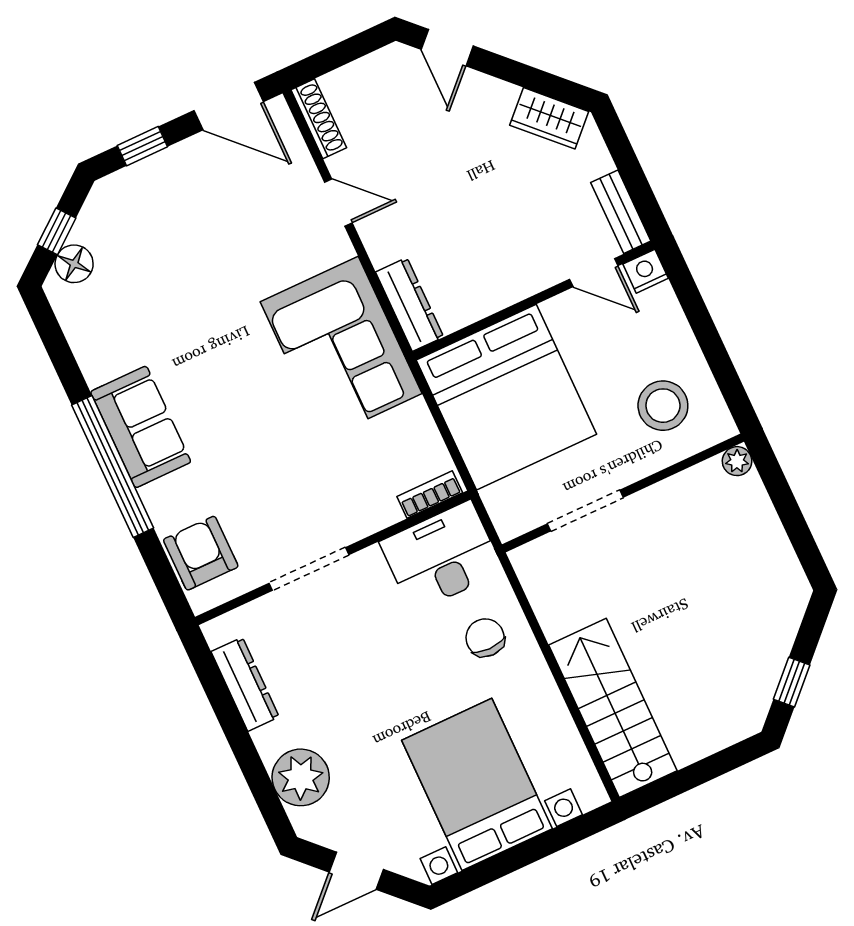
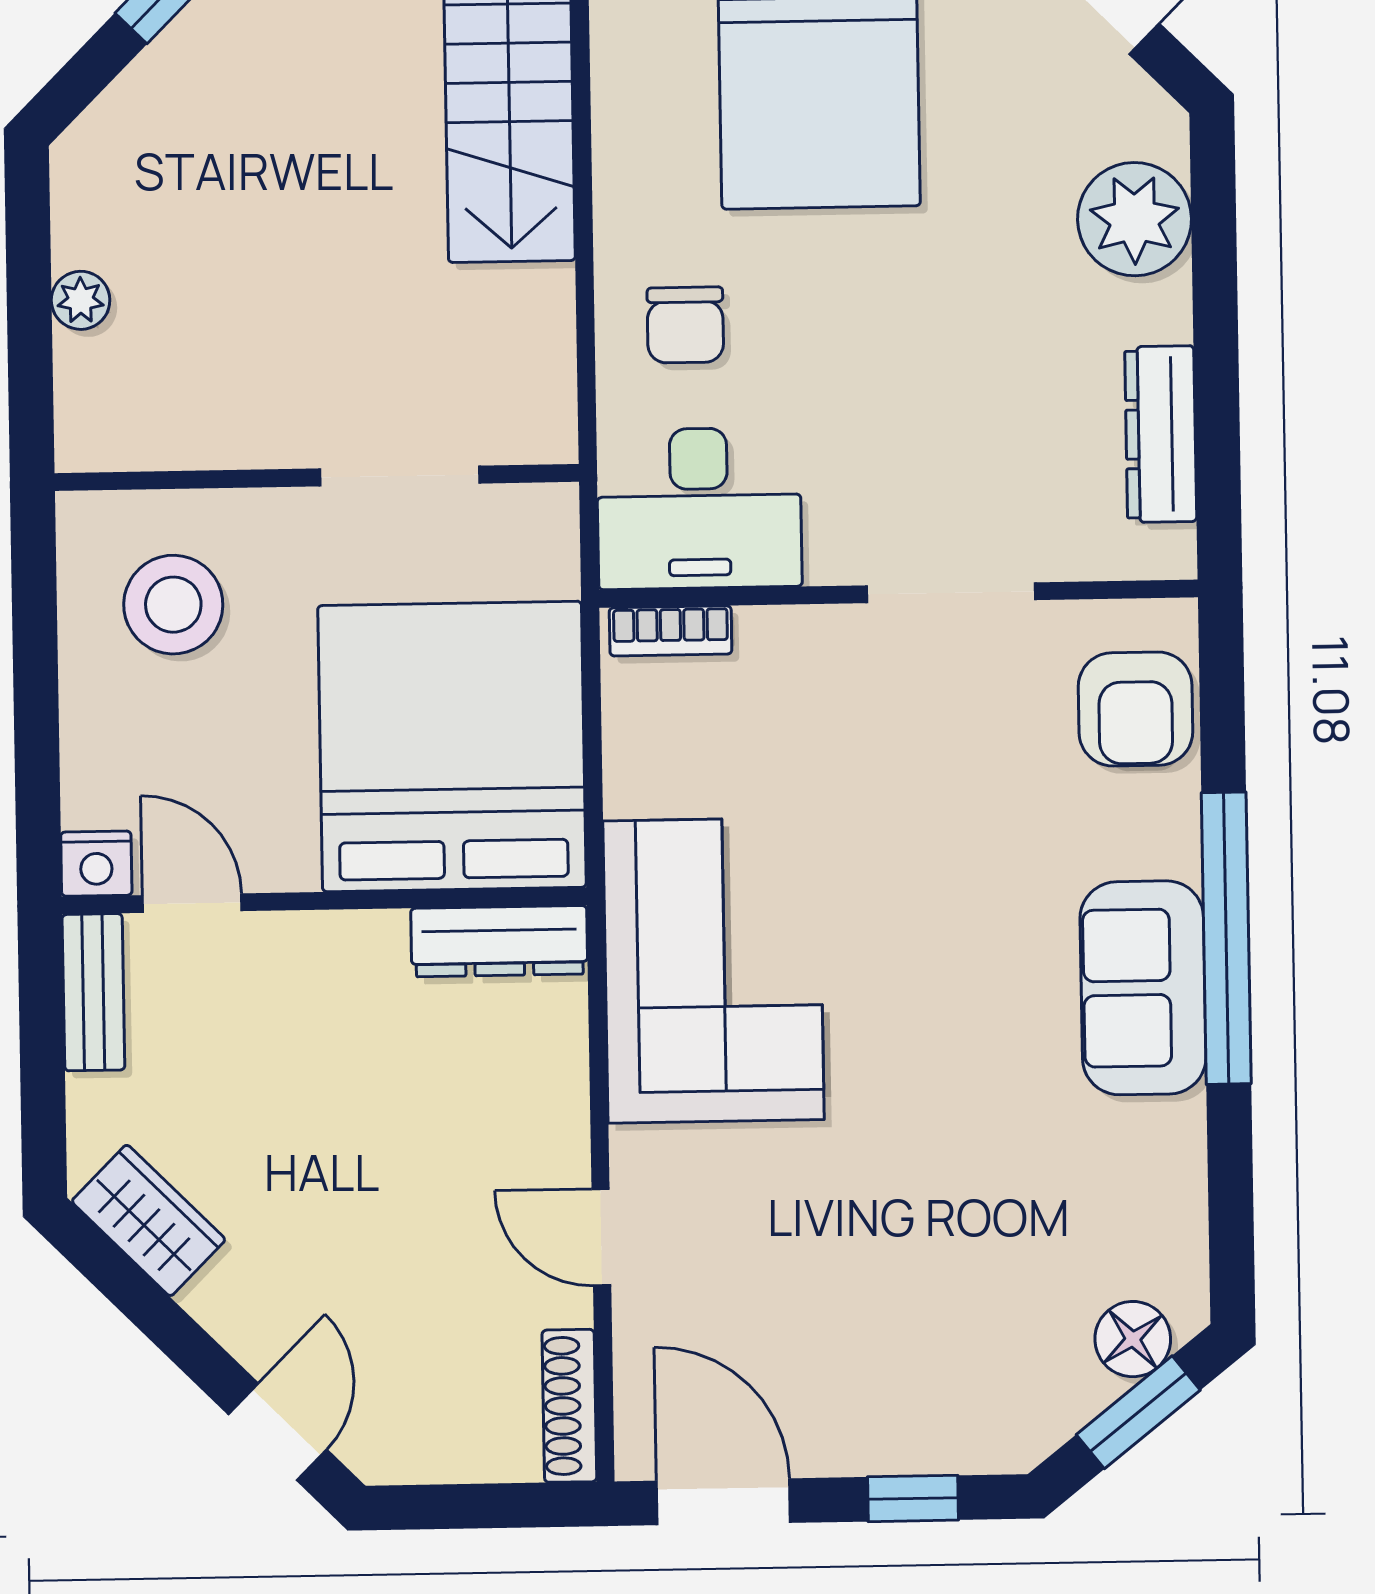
window: (57, 231) -> (1138, 1412), width x1.50
dresser: (410, 304) -> (499, 941), moved, turned -90
plant: (737, 461) -> (81, 300), moved

